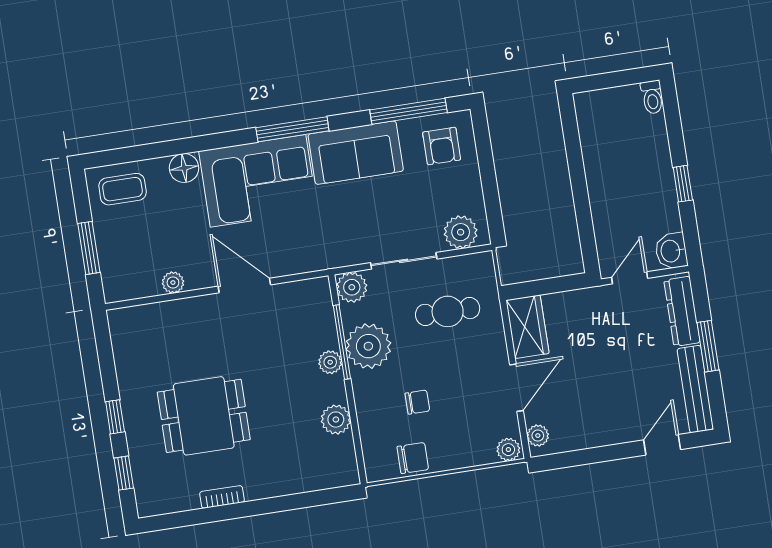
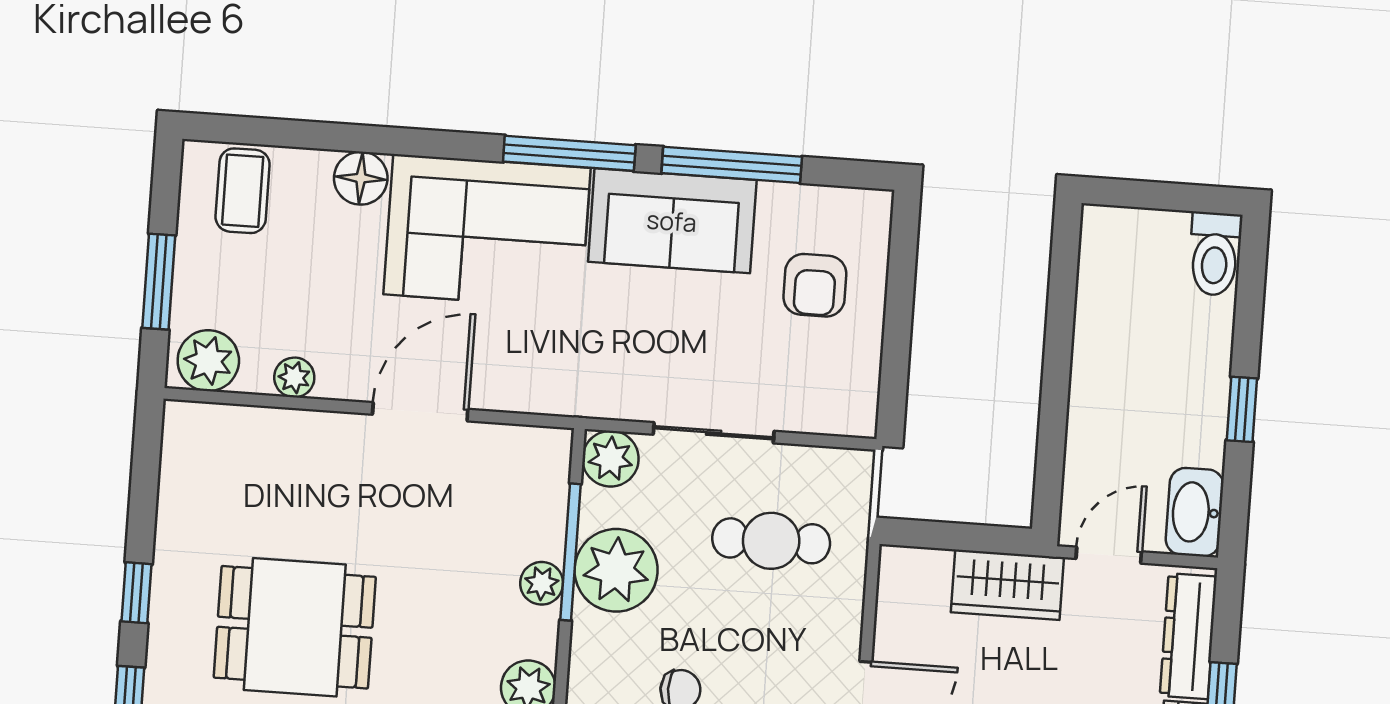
toilet: (652, 97) -> (1215, 254), width x1.37, depth x1.39
window: (408, 111) -> (732, 165), moved
armchair: (442, 146) -> (815, 285), moved
coffee table: (123, 189) -> (243, 191), turned 90
plant: (461, 232) -> (208, 361), moved
washbasin: (671, 251) -> (1195, 512), width x1.38
door: (244, 285) -> (420, 412), hinge flipped
wardrobe: (527, 327) -> (1007, 585), moved, turned 90

